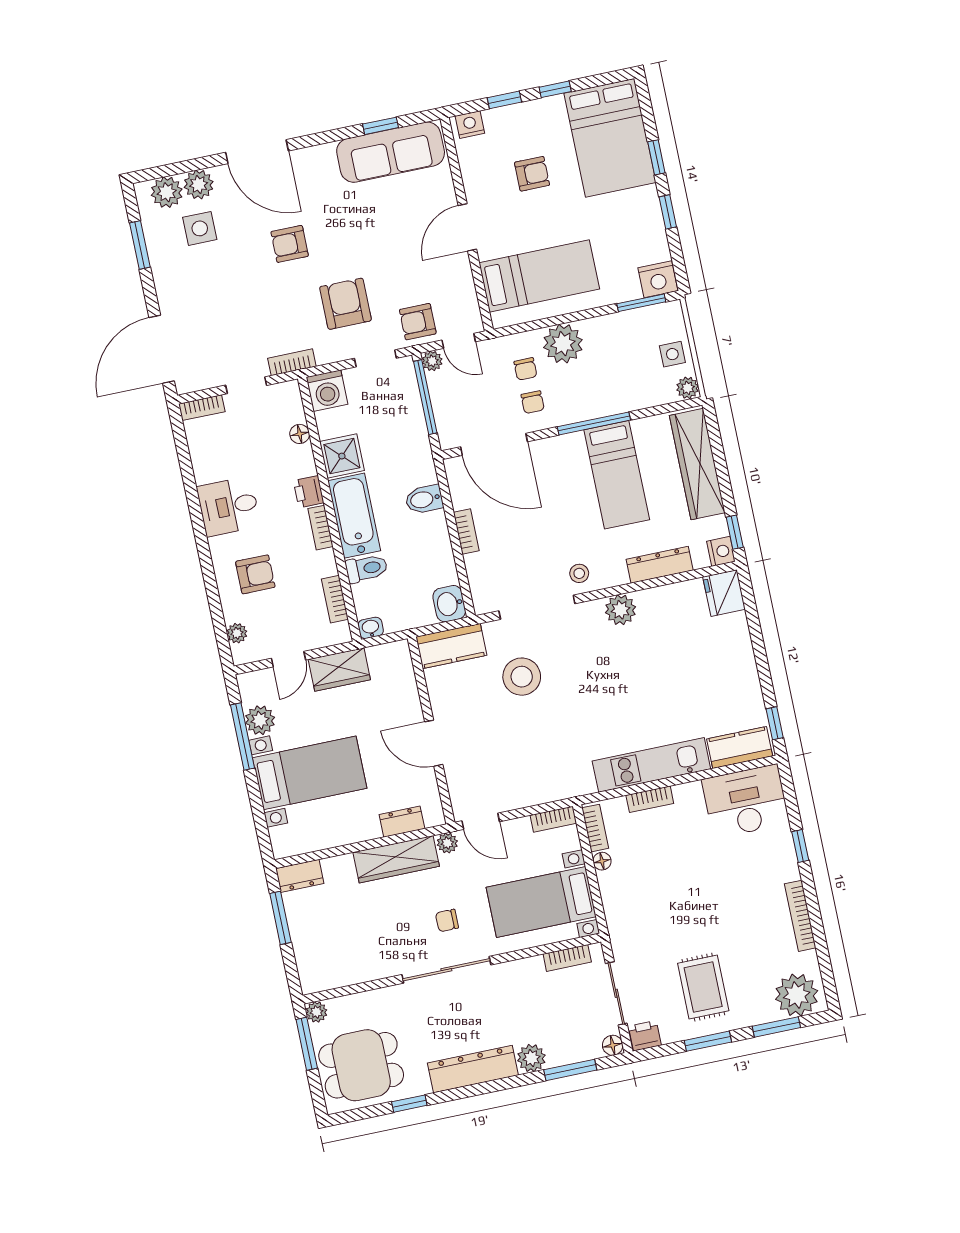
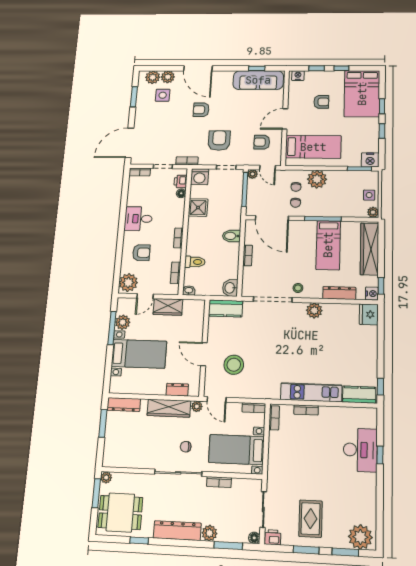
armchair: (418, 322) -> (262, 142), moved
printer: (309, 492) -> (181, 181), moved
bathtub: (354, 516) -> (196, 236), removed
plant: (237, 633) -> (128, 283), width x1.88, depth x1.88
stool: (522, 677) -> (234, 365), moved
desk: (746, 801) -> (360, 450), moved, turned 90
floor lamp: (602, 861) -> (273, 436), removed
dresser: (300, 876) -> (124, 405), width x1.44
bookcase: (800, 916) -> (372, 493), removed
bookcase: (567, 958) -> (219, 482), moved

